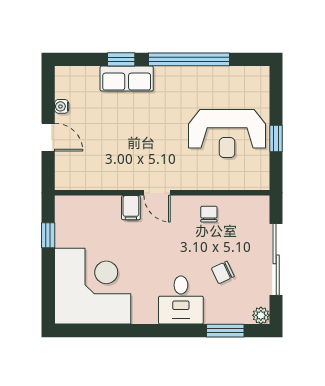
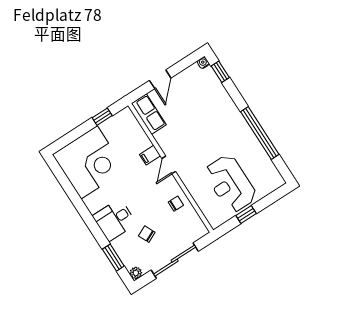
window: (121, 59) -> (220, 72), moved
row of seats: (127, 79) -> (149, 114), moved, turned 180
water cooler: (62, 106) -> (203, 63), moved

